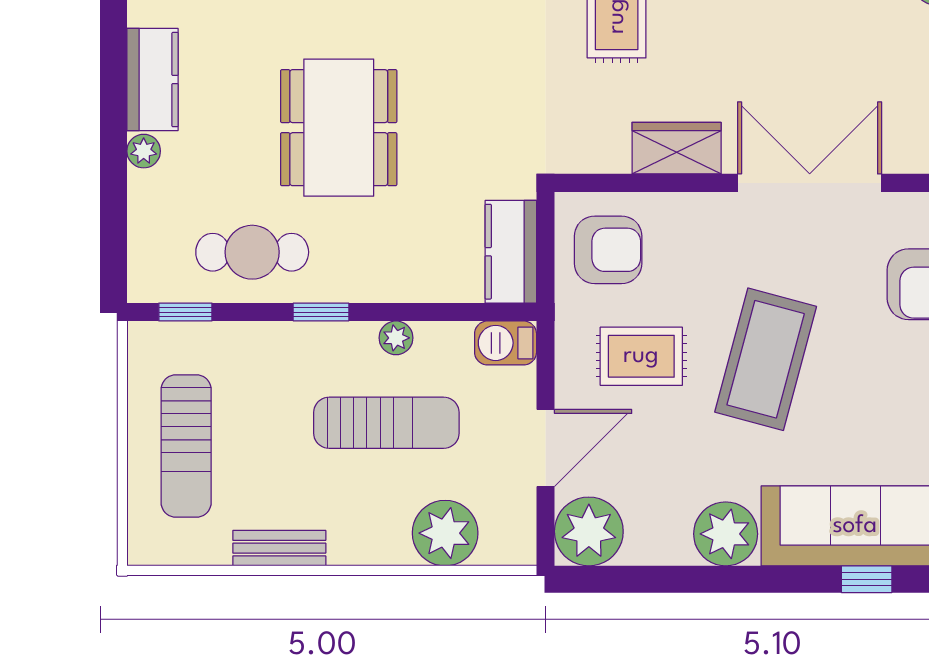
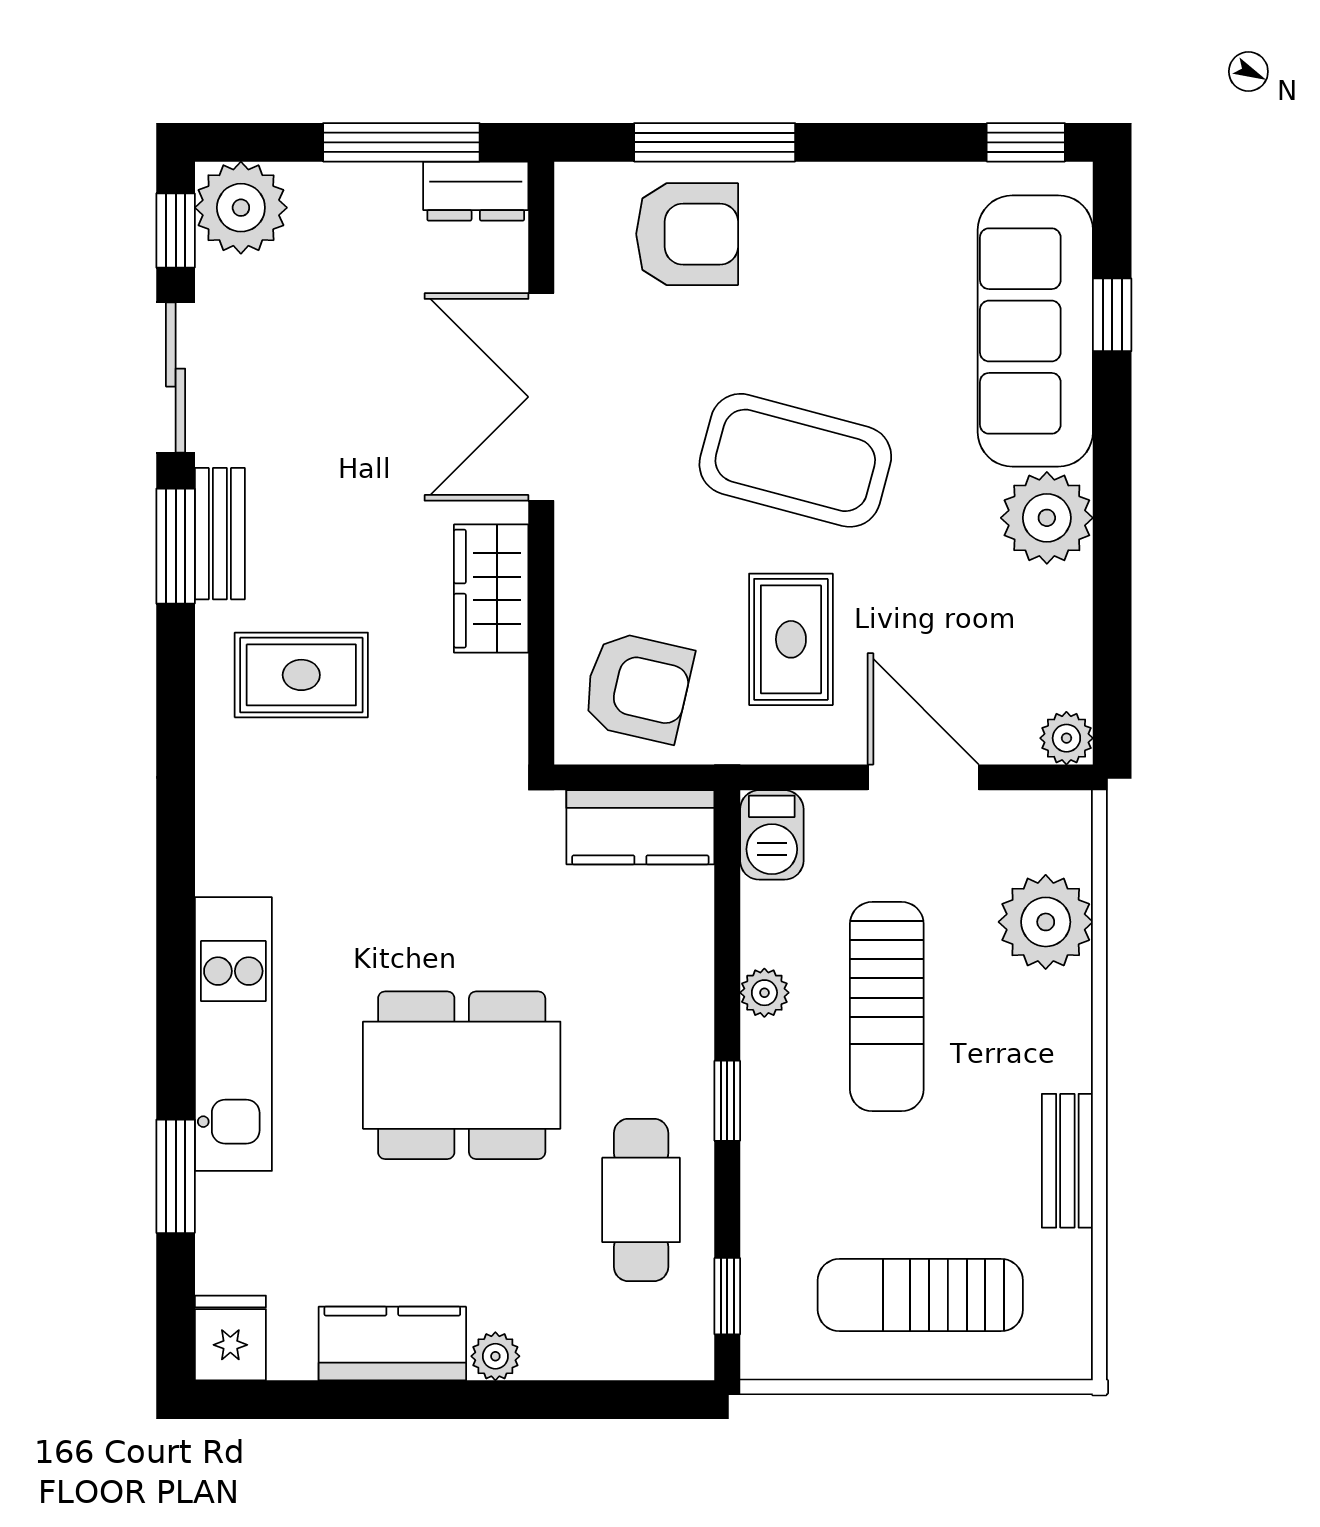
armchair: (608, 250) -> (638, 687), turned 103
sun lounger: (386, 423) -> (887, 1007), turned 180
sun lounger: (186, 446) -> (920, 1295), turned 180
plant: (589, 531) -> (1066, 738), width x0.53, depth x0.53

